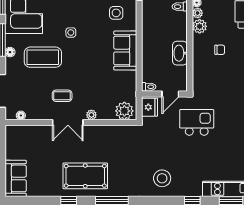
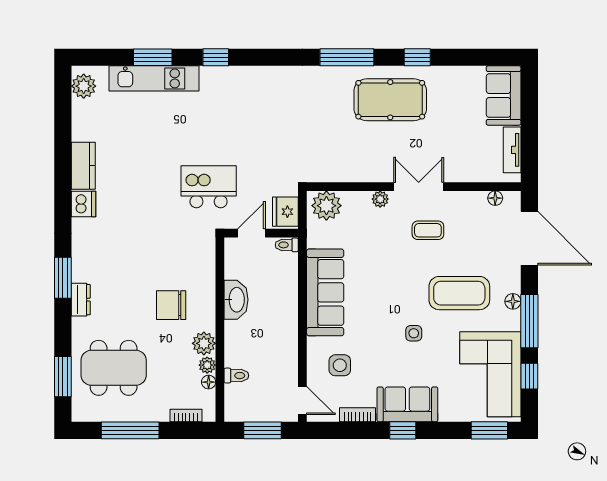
chair: (220, 50) -> (171, 305), width x1.87, depth x1.87
sofa: (125, 51) -> (325, 292), width x1.36
kitchen island: (197, 122) -> (209, 187), turned 180
tv unit: (10, 145) -> (512, 150), added
stool: (162, 178) -> (265, 96), removed

